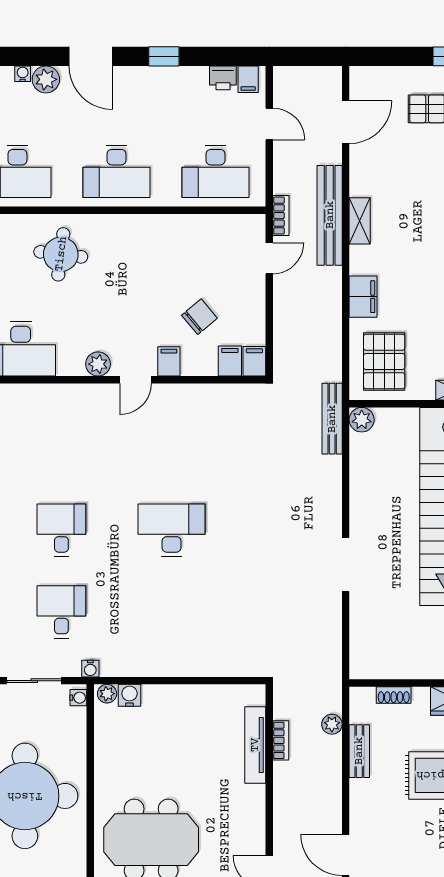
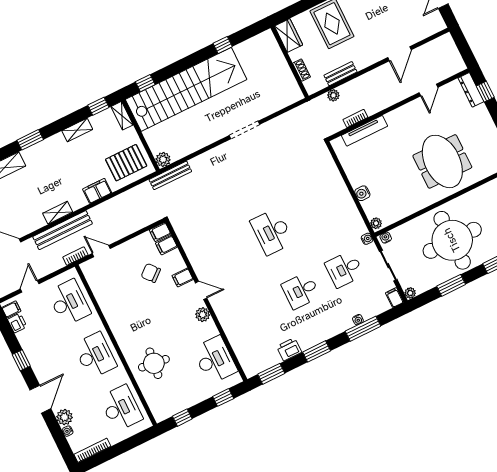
water cooler: (129, 695) -> (362, 193), moved

